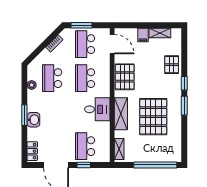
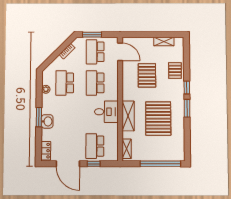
filing cabinet: (143, 35) -> (148, 43), removed
pallet: (125, 77) -> (147, 75), moved

